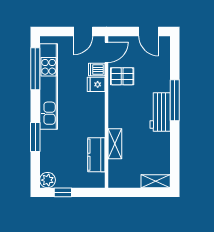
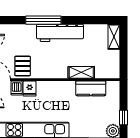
workbench: (160, 112) -> (60, 33), width x1.37

